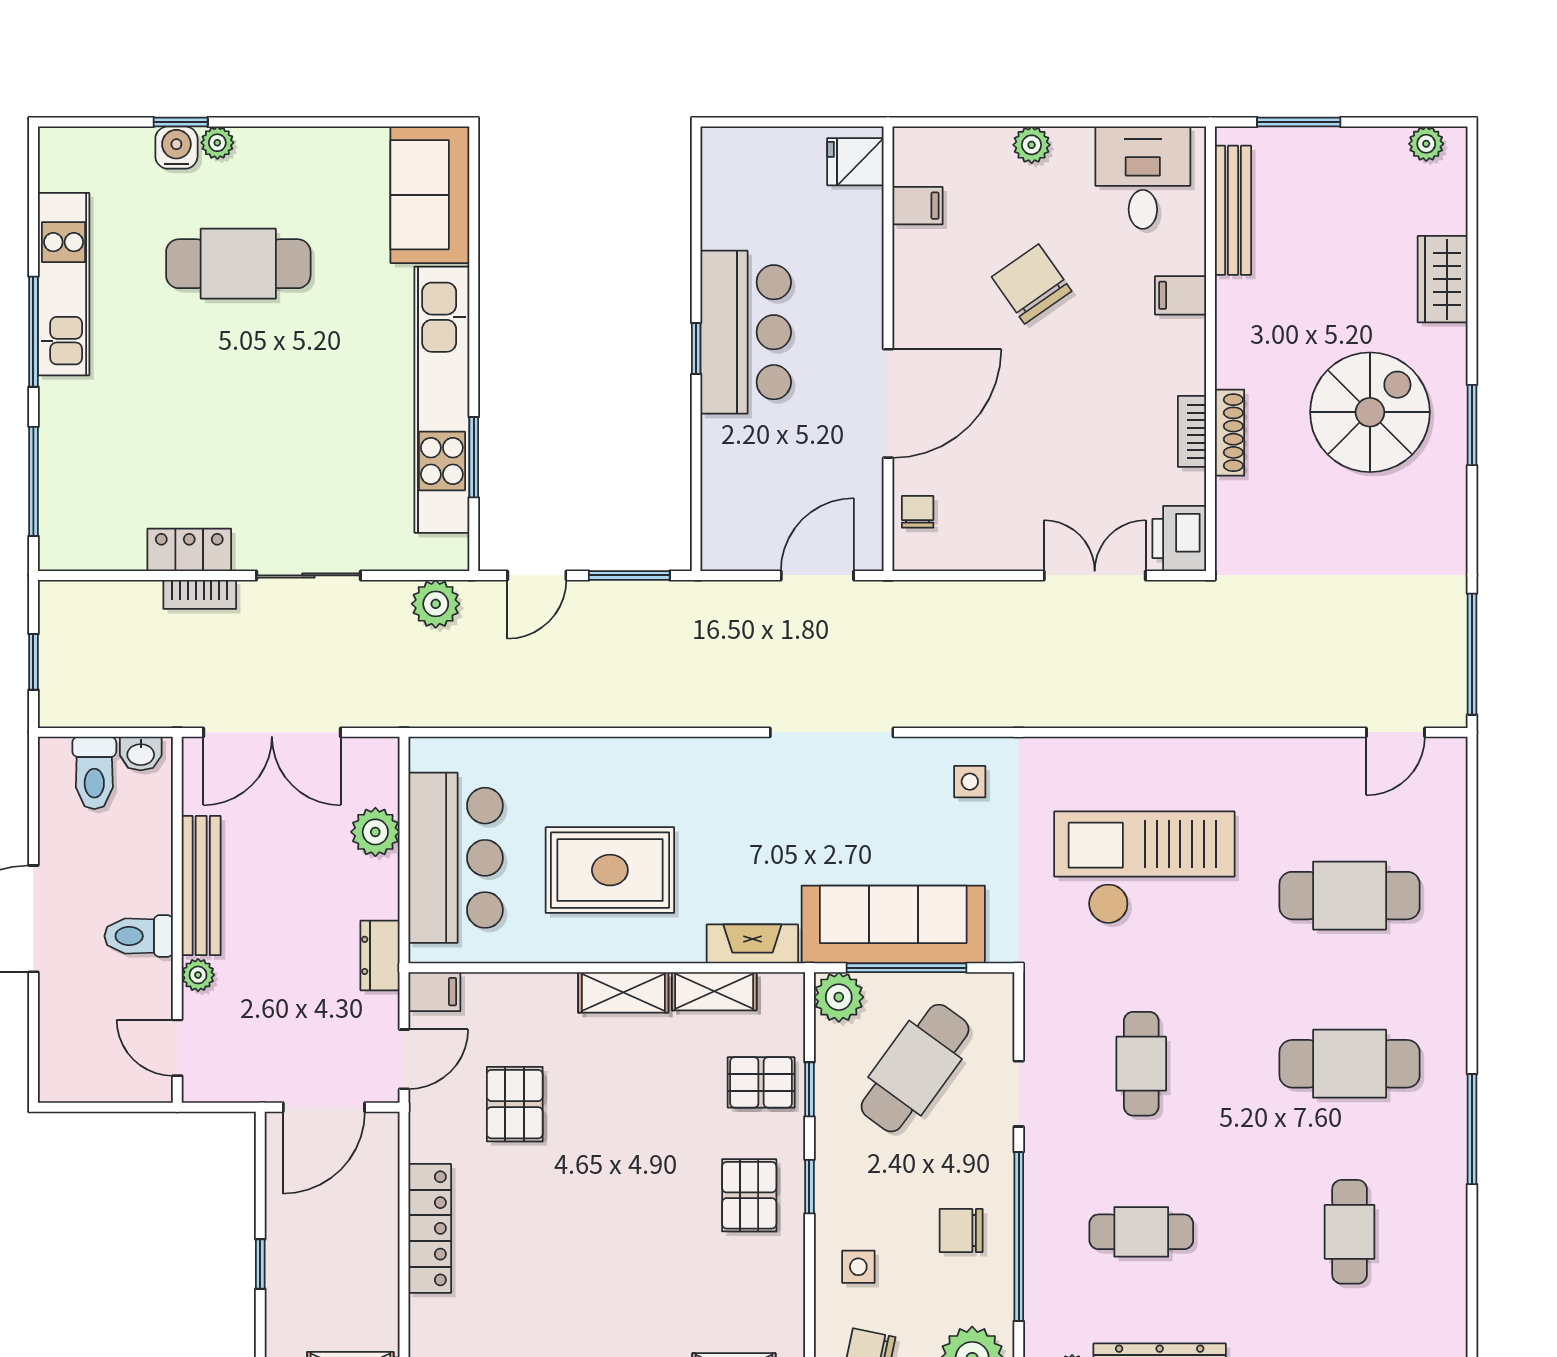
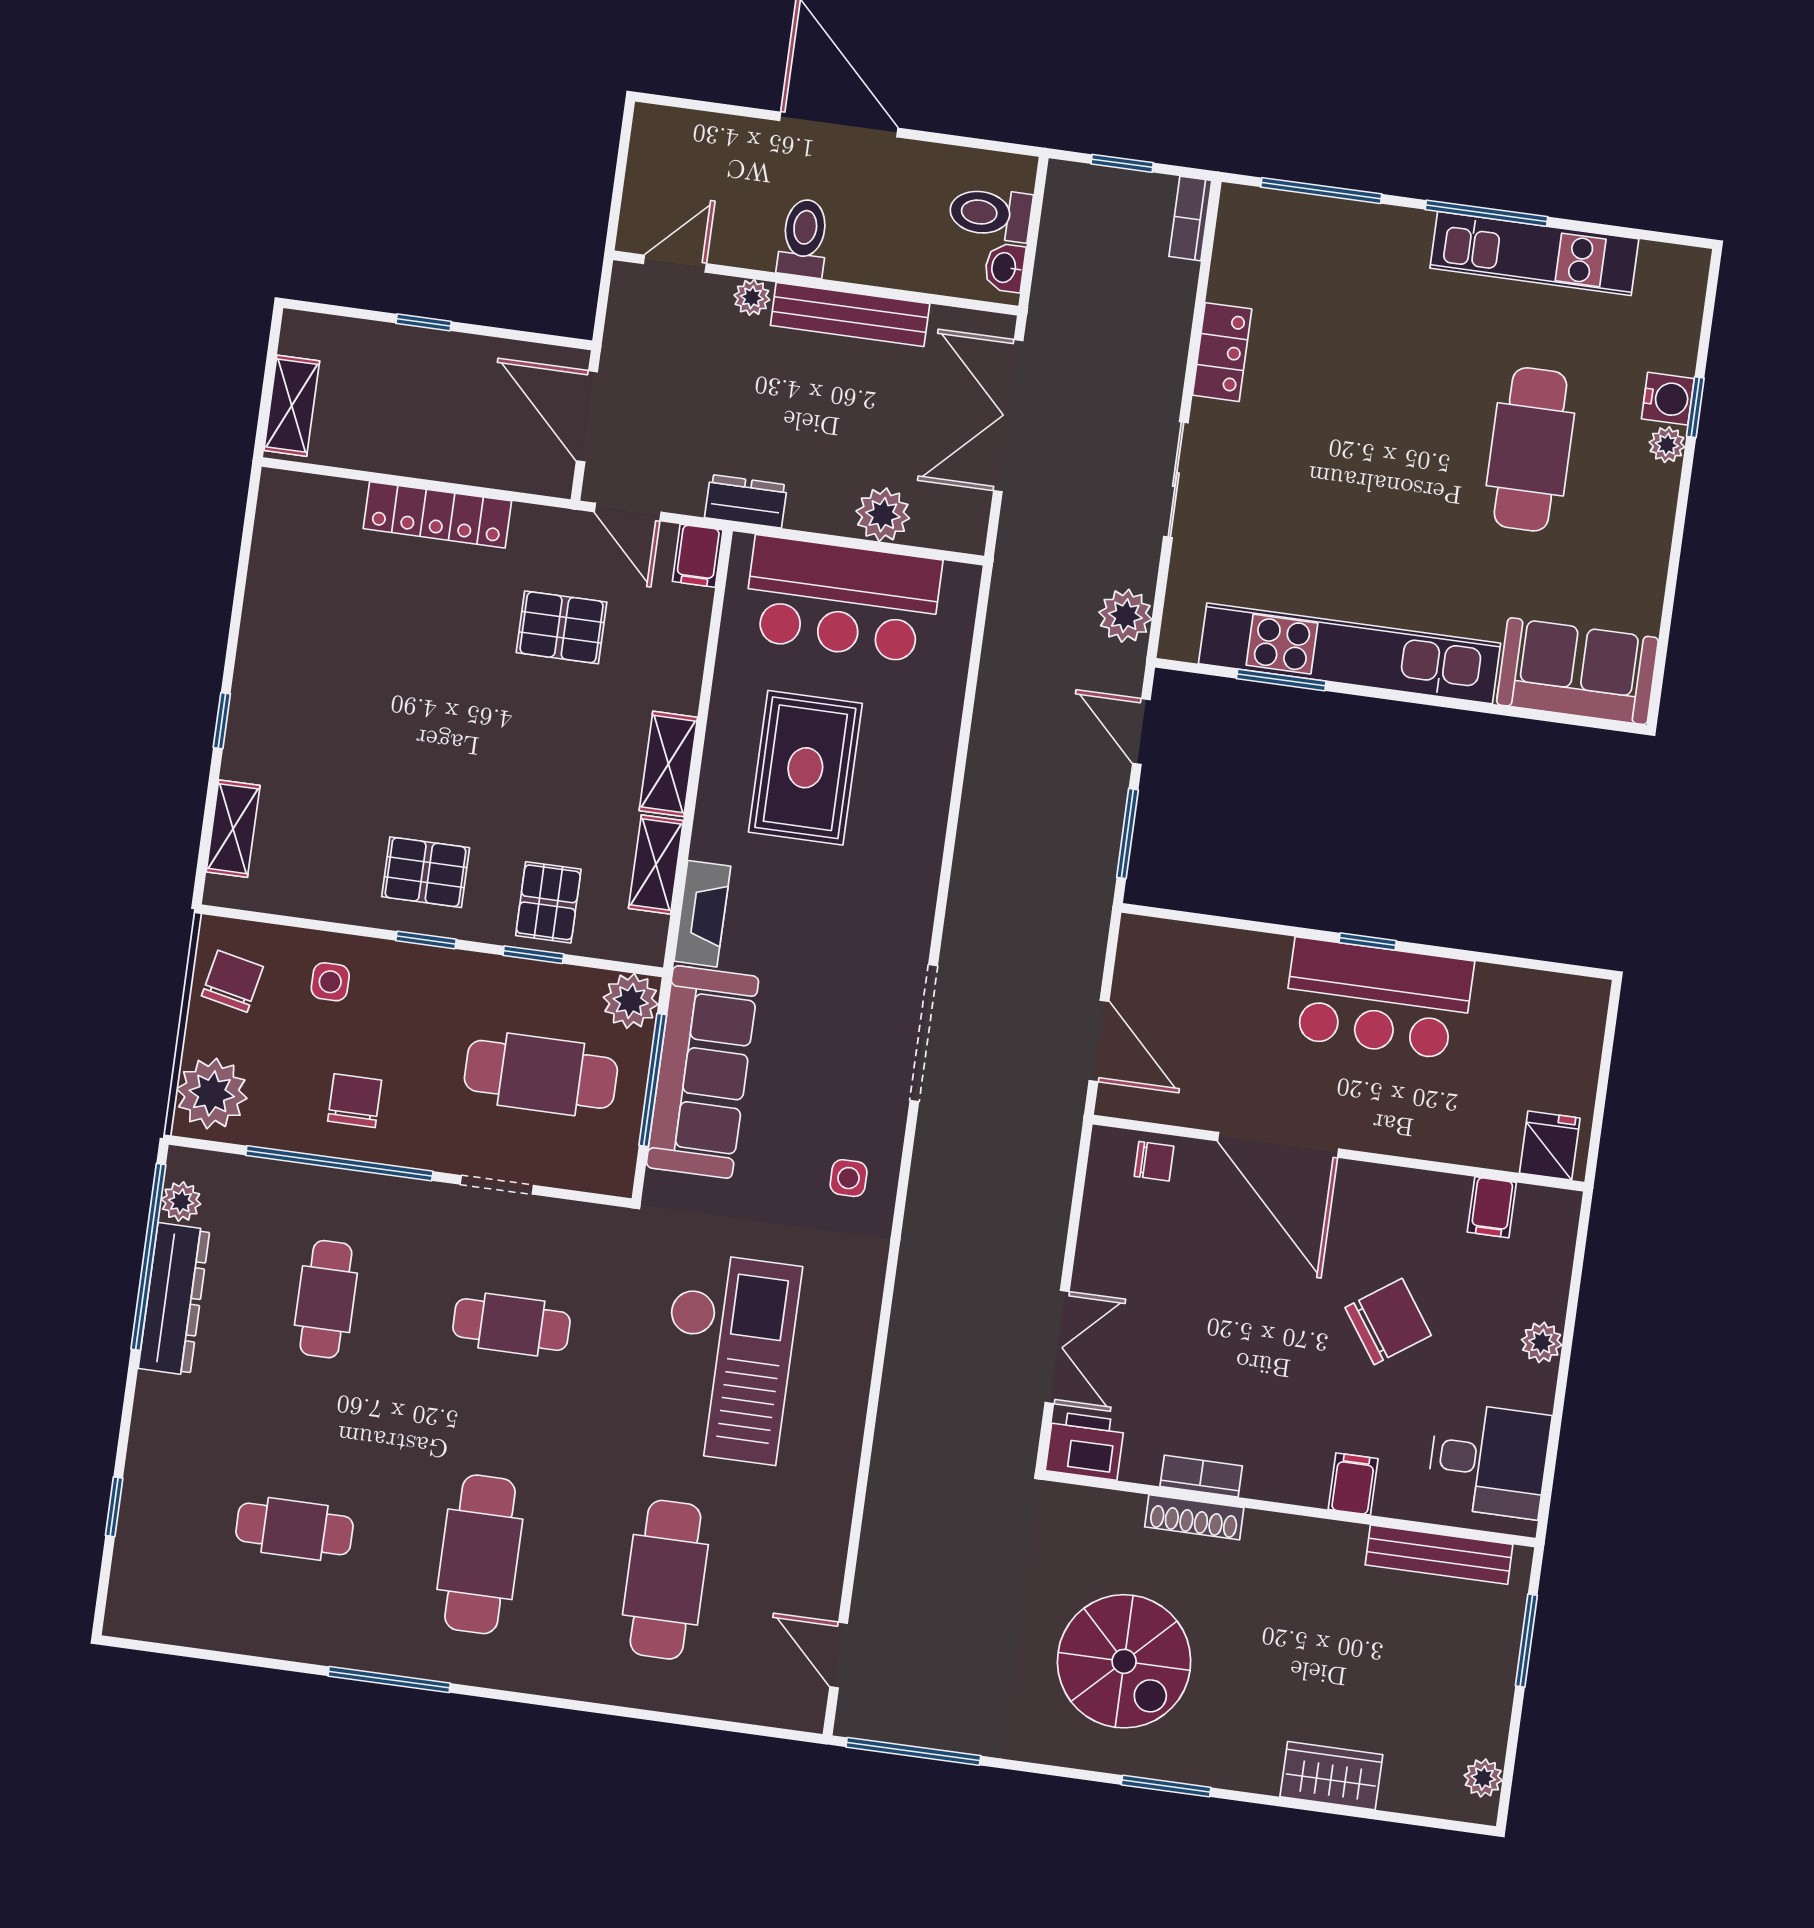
spiral stairs: (1370, 412) -> (1124, 1661), moved
bookcase: (200, 594) -> (1190, 218), moved
cafe table: (915, 1068) -> (541, 1074), turned -36

